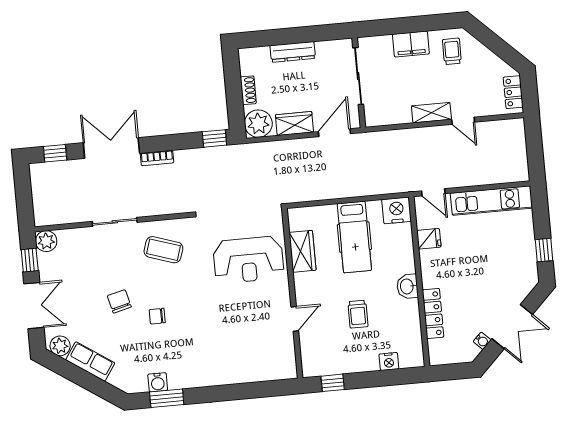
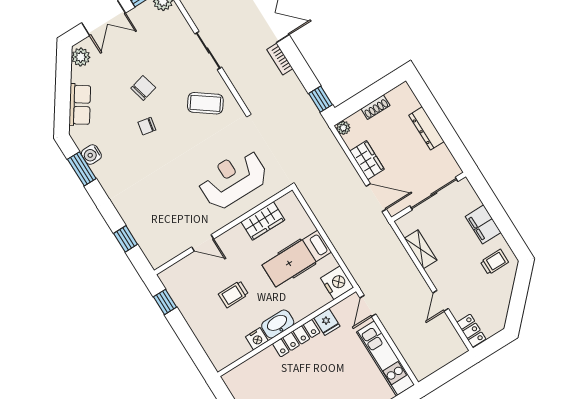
locker: (513, 92) -> (471, 331), moved, turned 90
shelving: (431, 113) -> (421, 249), moved
plant: (258, 124) -> (343, 128), width x0.53, depth x0.53
coffee table: (163, 250) -> (205, 103), turned -72
reception desk: (248, 260) -> (233, 179), turned 90
washbasin: (407, 286) -> (278, 324), width x1.38
locker: (433, 313) -> (296, 338), moved
chair: (157, 316) -> (147, 126), turned -79
row of seats: (90, 361) -> (80, 105), moved
nightstand: (389, 361) -> (257, 339), moved, turned -90
window: (254, 390) -> (126, 239), added

